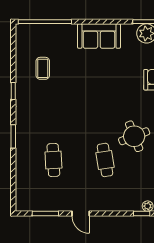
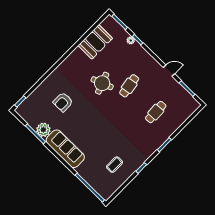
sofa: (99, 36) -> (65, 149), width x1.36
door: (81, 214) -> (169, 71), hinge flipped

